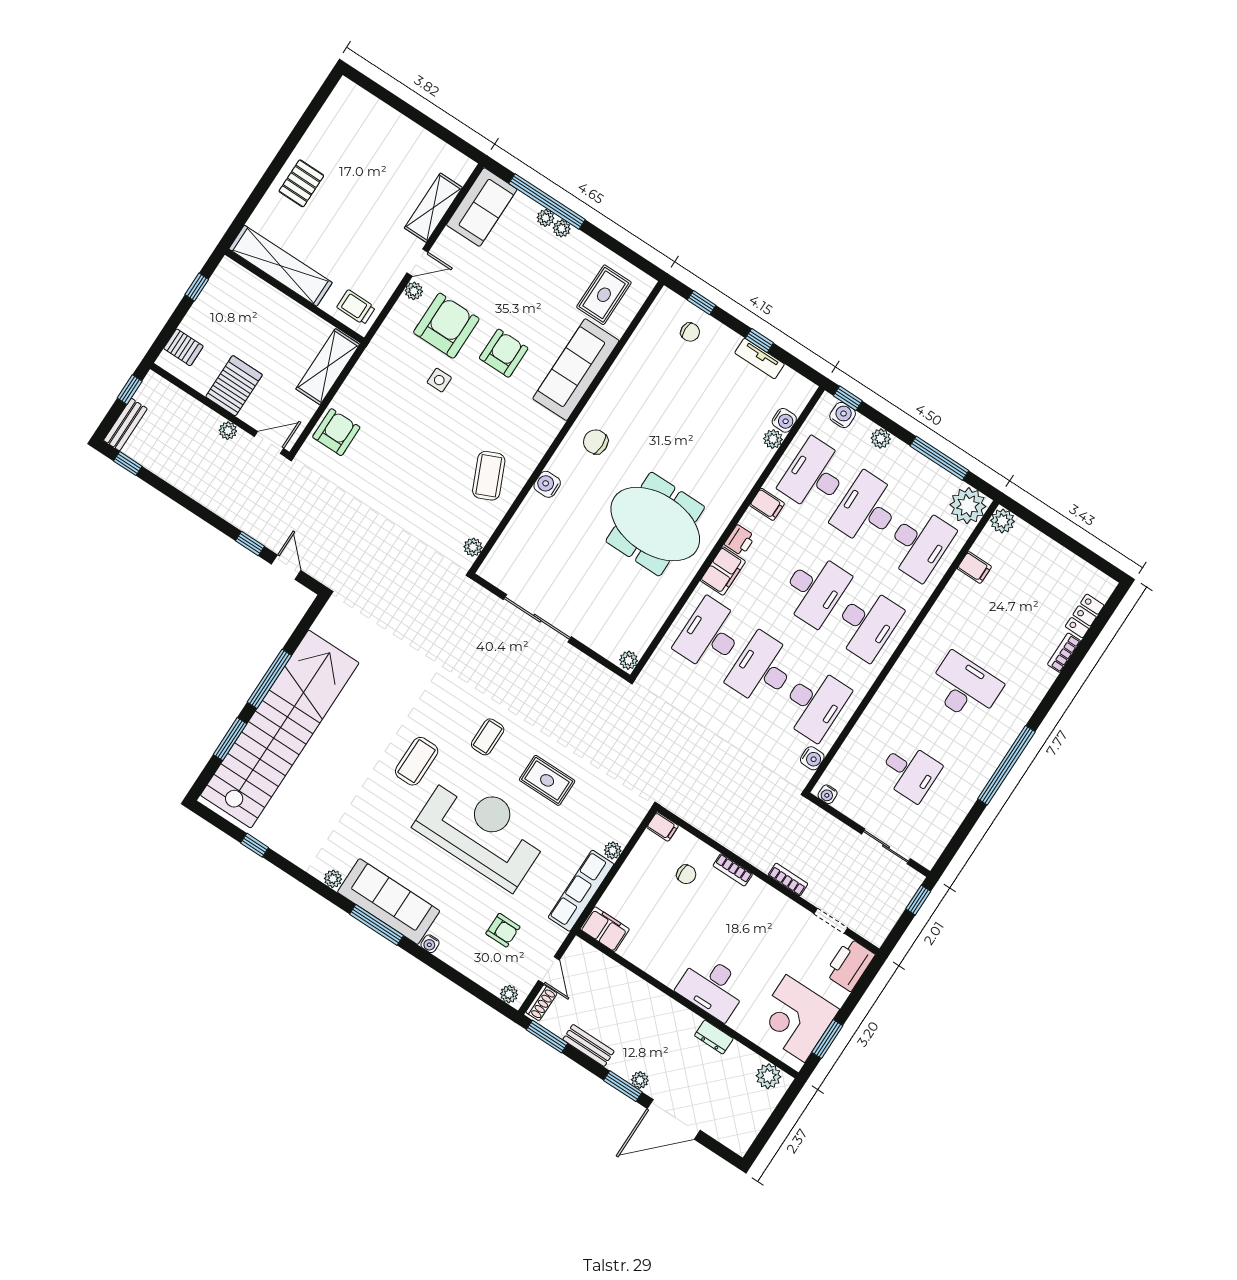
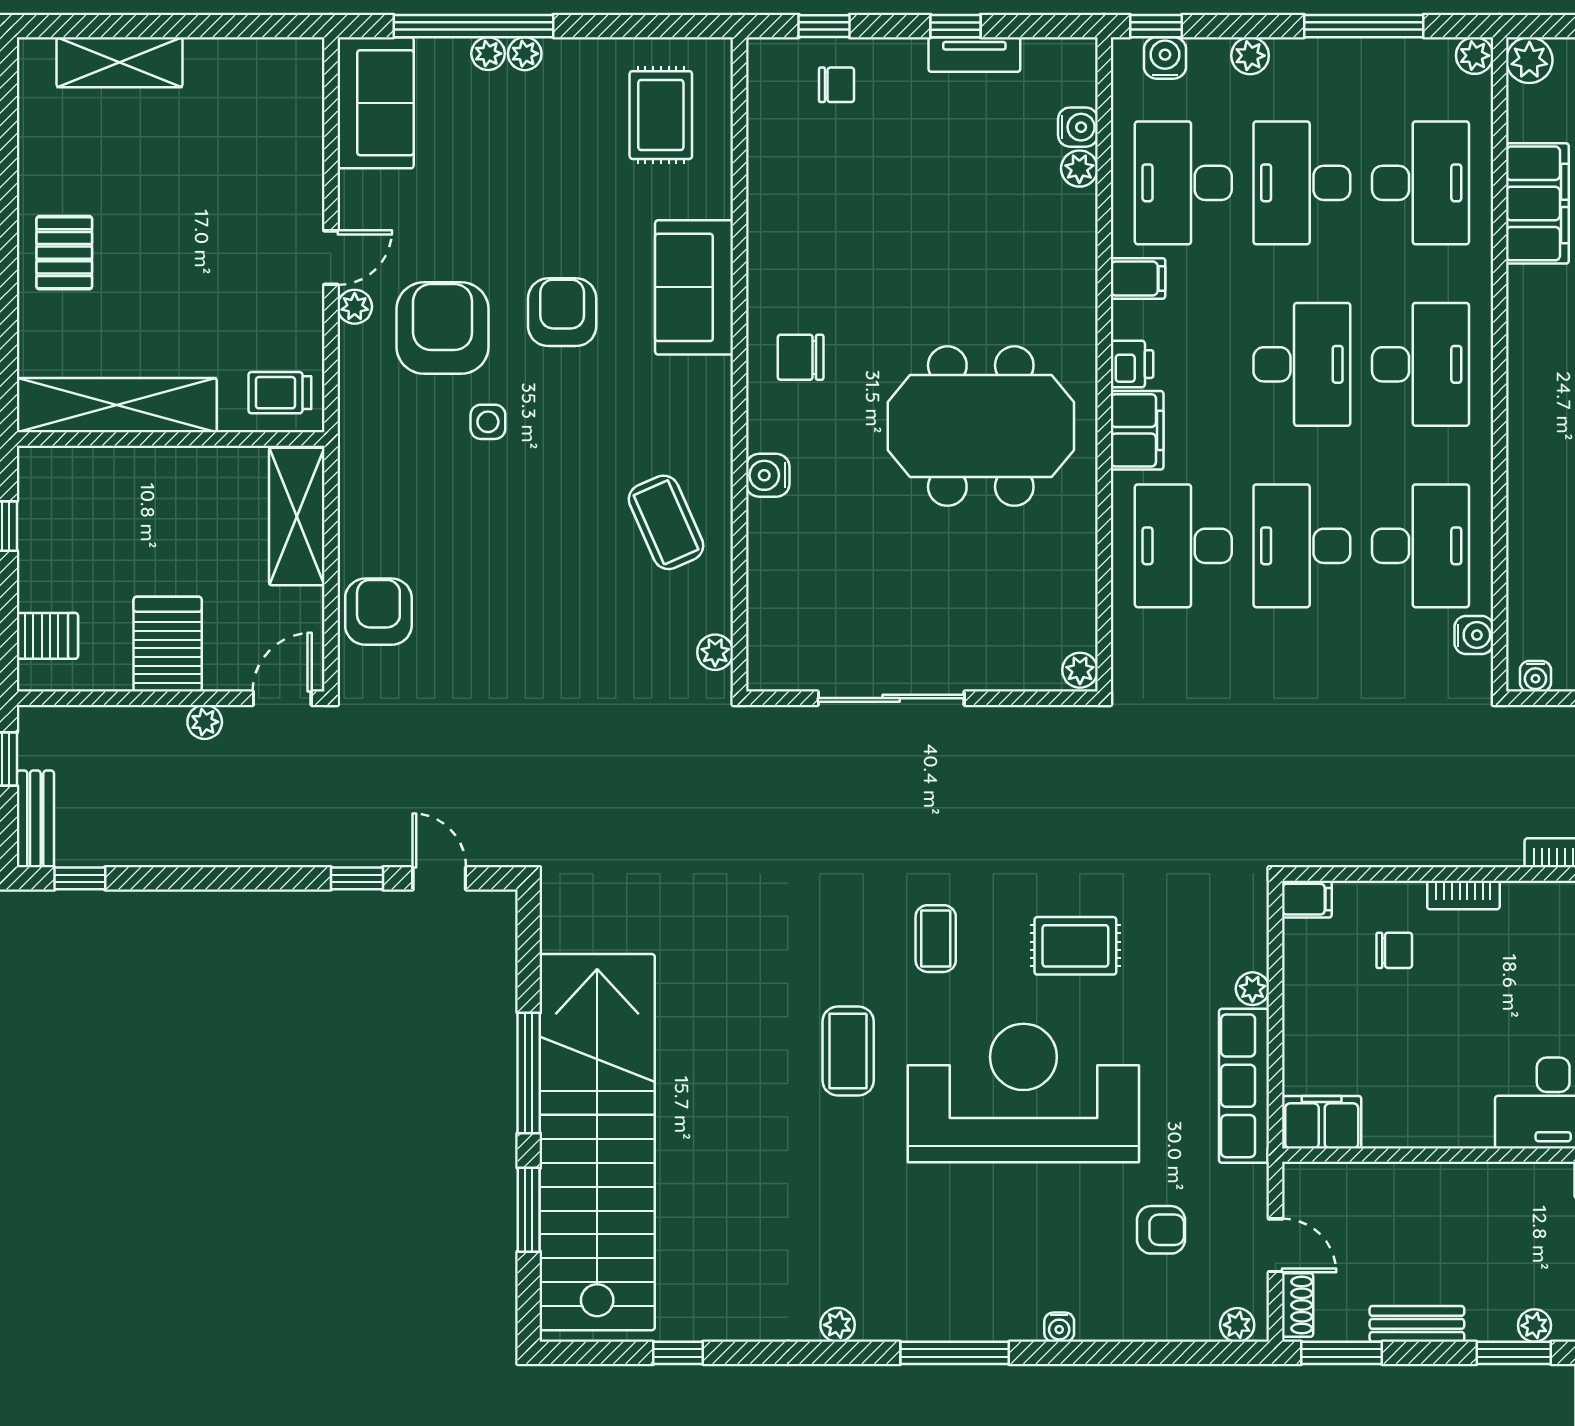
shelving: (433, 208) -> (120, 62), moved, turned 90
sofa: (576, 370) -> (694, 287), width x0.73
plant: (968, 506) -> (1475, 56), width x0.53, depth x0.53
filing cabinet: (974, 568) -> (1537, 203), width x3.00, depth x1.17
sofa: (389, 902) -> (950, 1303), removed

